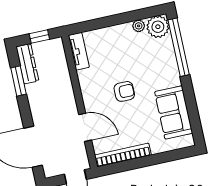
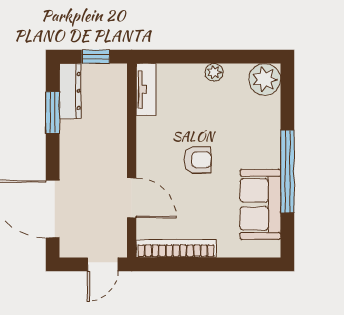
plant: (139, 26) -> (214, 72), moved
window: (179, 47) -> (287, 171), moved

